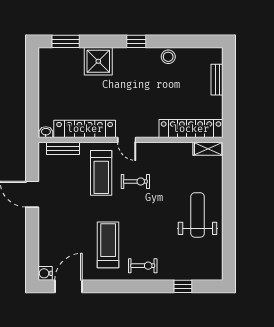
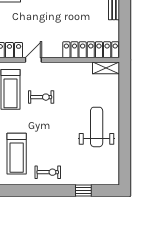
door: (127, 140) -> (33, 60), swing flipped
treadmill: (108, 245) -> (17, 154), turned 180

